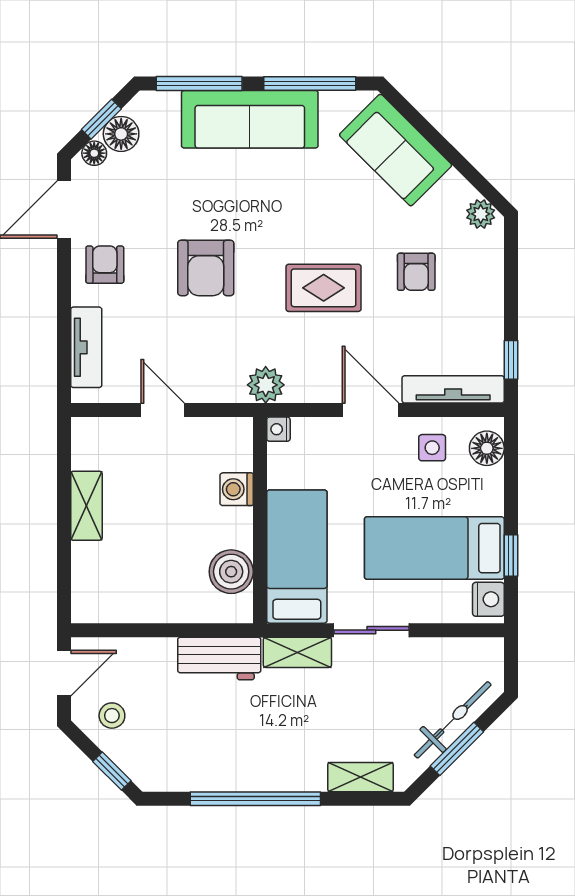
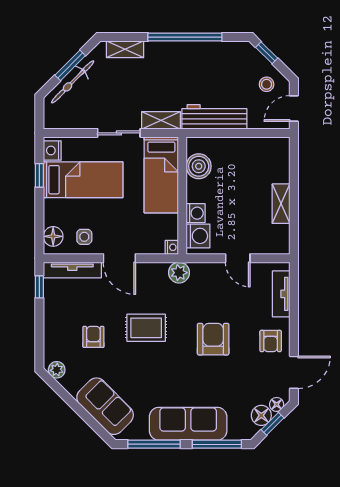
washing machine: (232, 449) -> (198, 236), added
workbench: (219, 658) -> (214, 117), width x1.38

